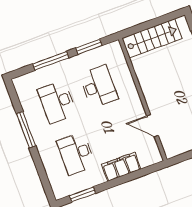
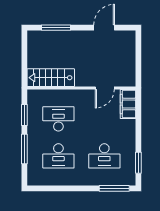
stairs: (152, 38) -> (51, 78), moved, turned -90
window: (26, 130) -> (114, 188), moved
filing cabinet: (121, 167) -> (128, 104), moved

